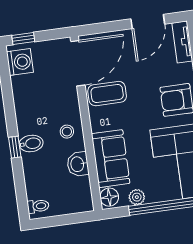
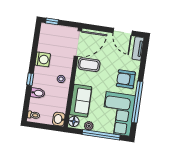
door: (148, 21) -> (123, 32), hinge flipped
washing machine: (20, 62) -> (43, 59), moved
bidet: (31, 143) -> (38, 93), moved
washbasin: (78, 164) -> (59, 119), moved

